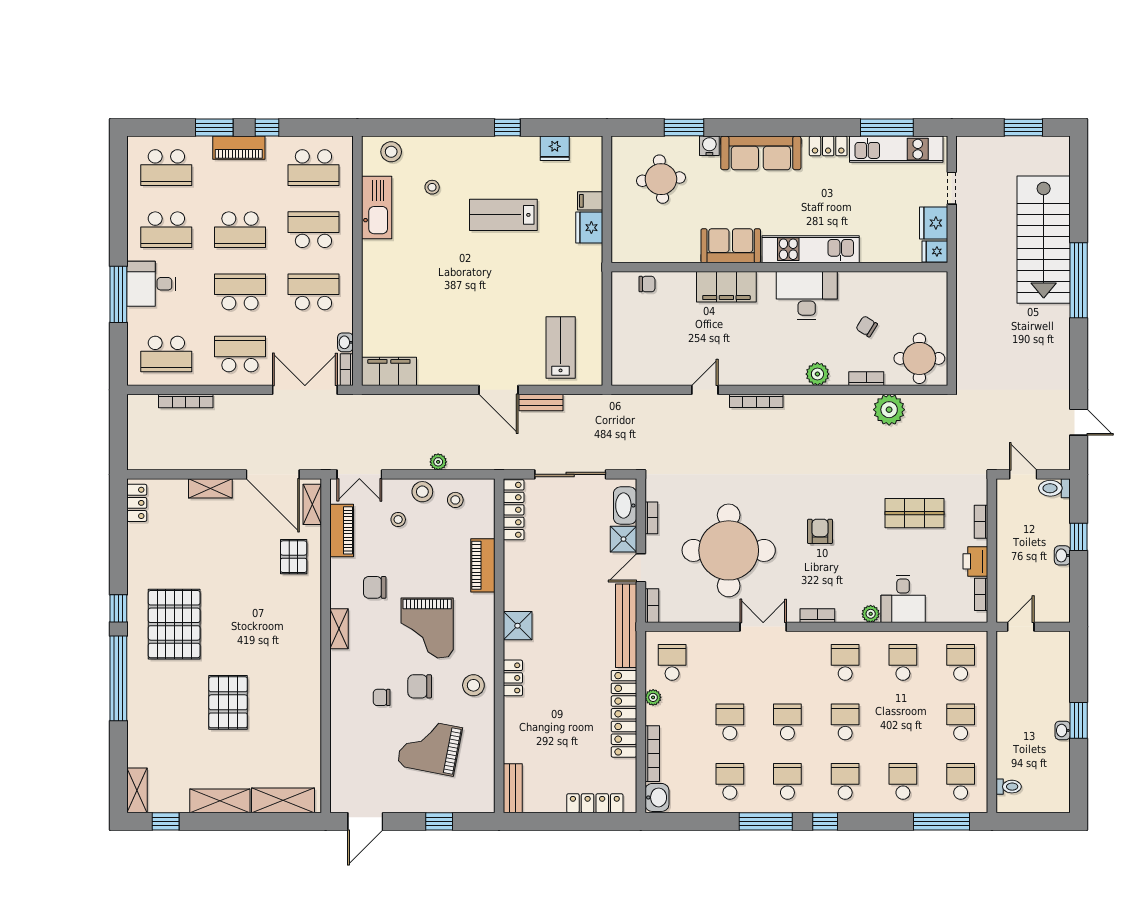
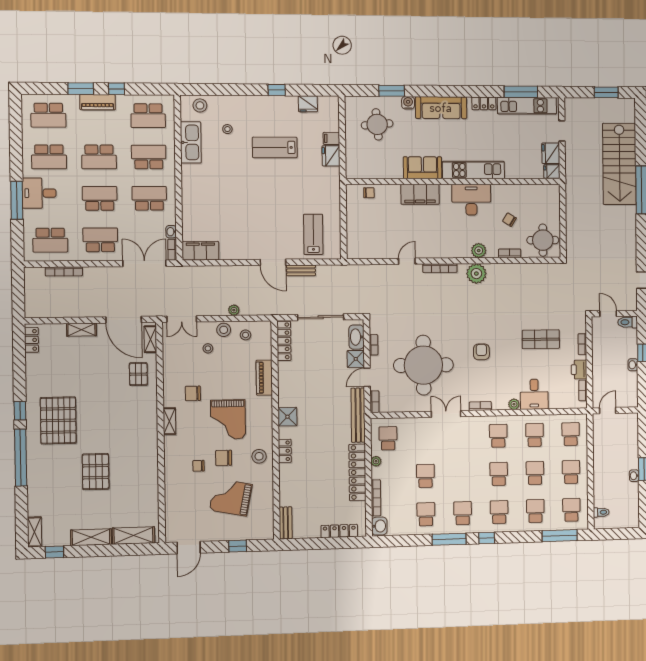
plant: (889, 410) -> (476, 274), moved
piano: (342, 530) -> (170, 356), removed
school desk: (787, 722) -> (535, 473), moved

